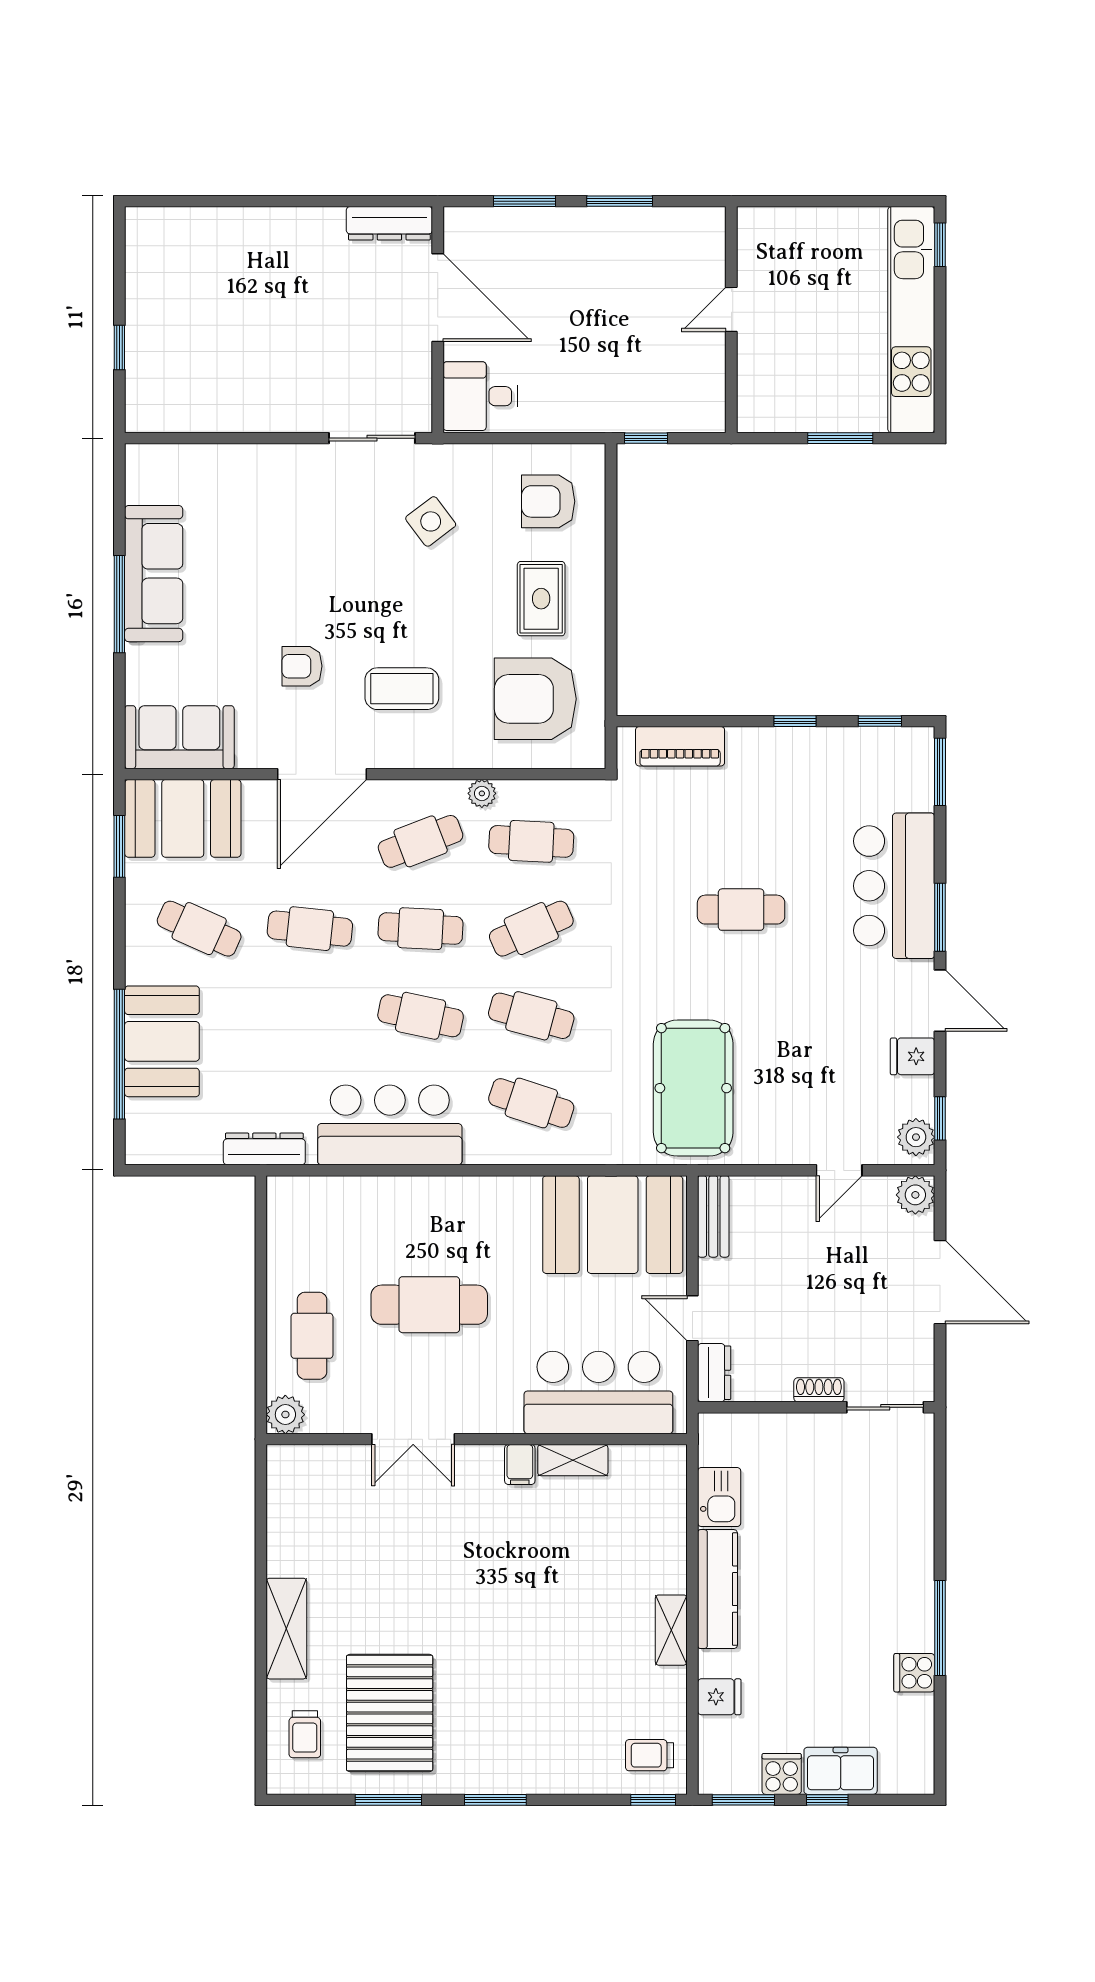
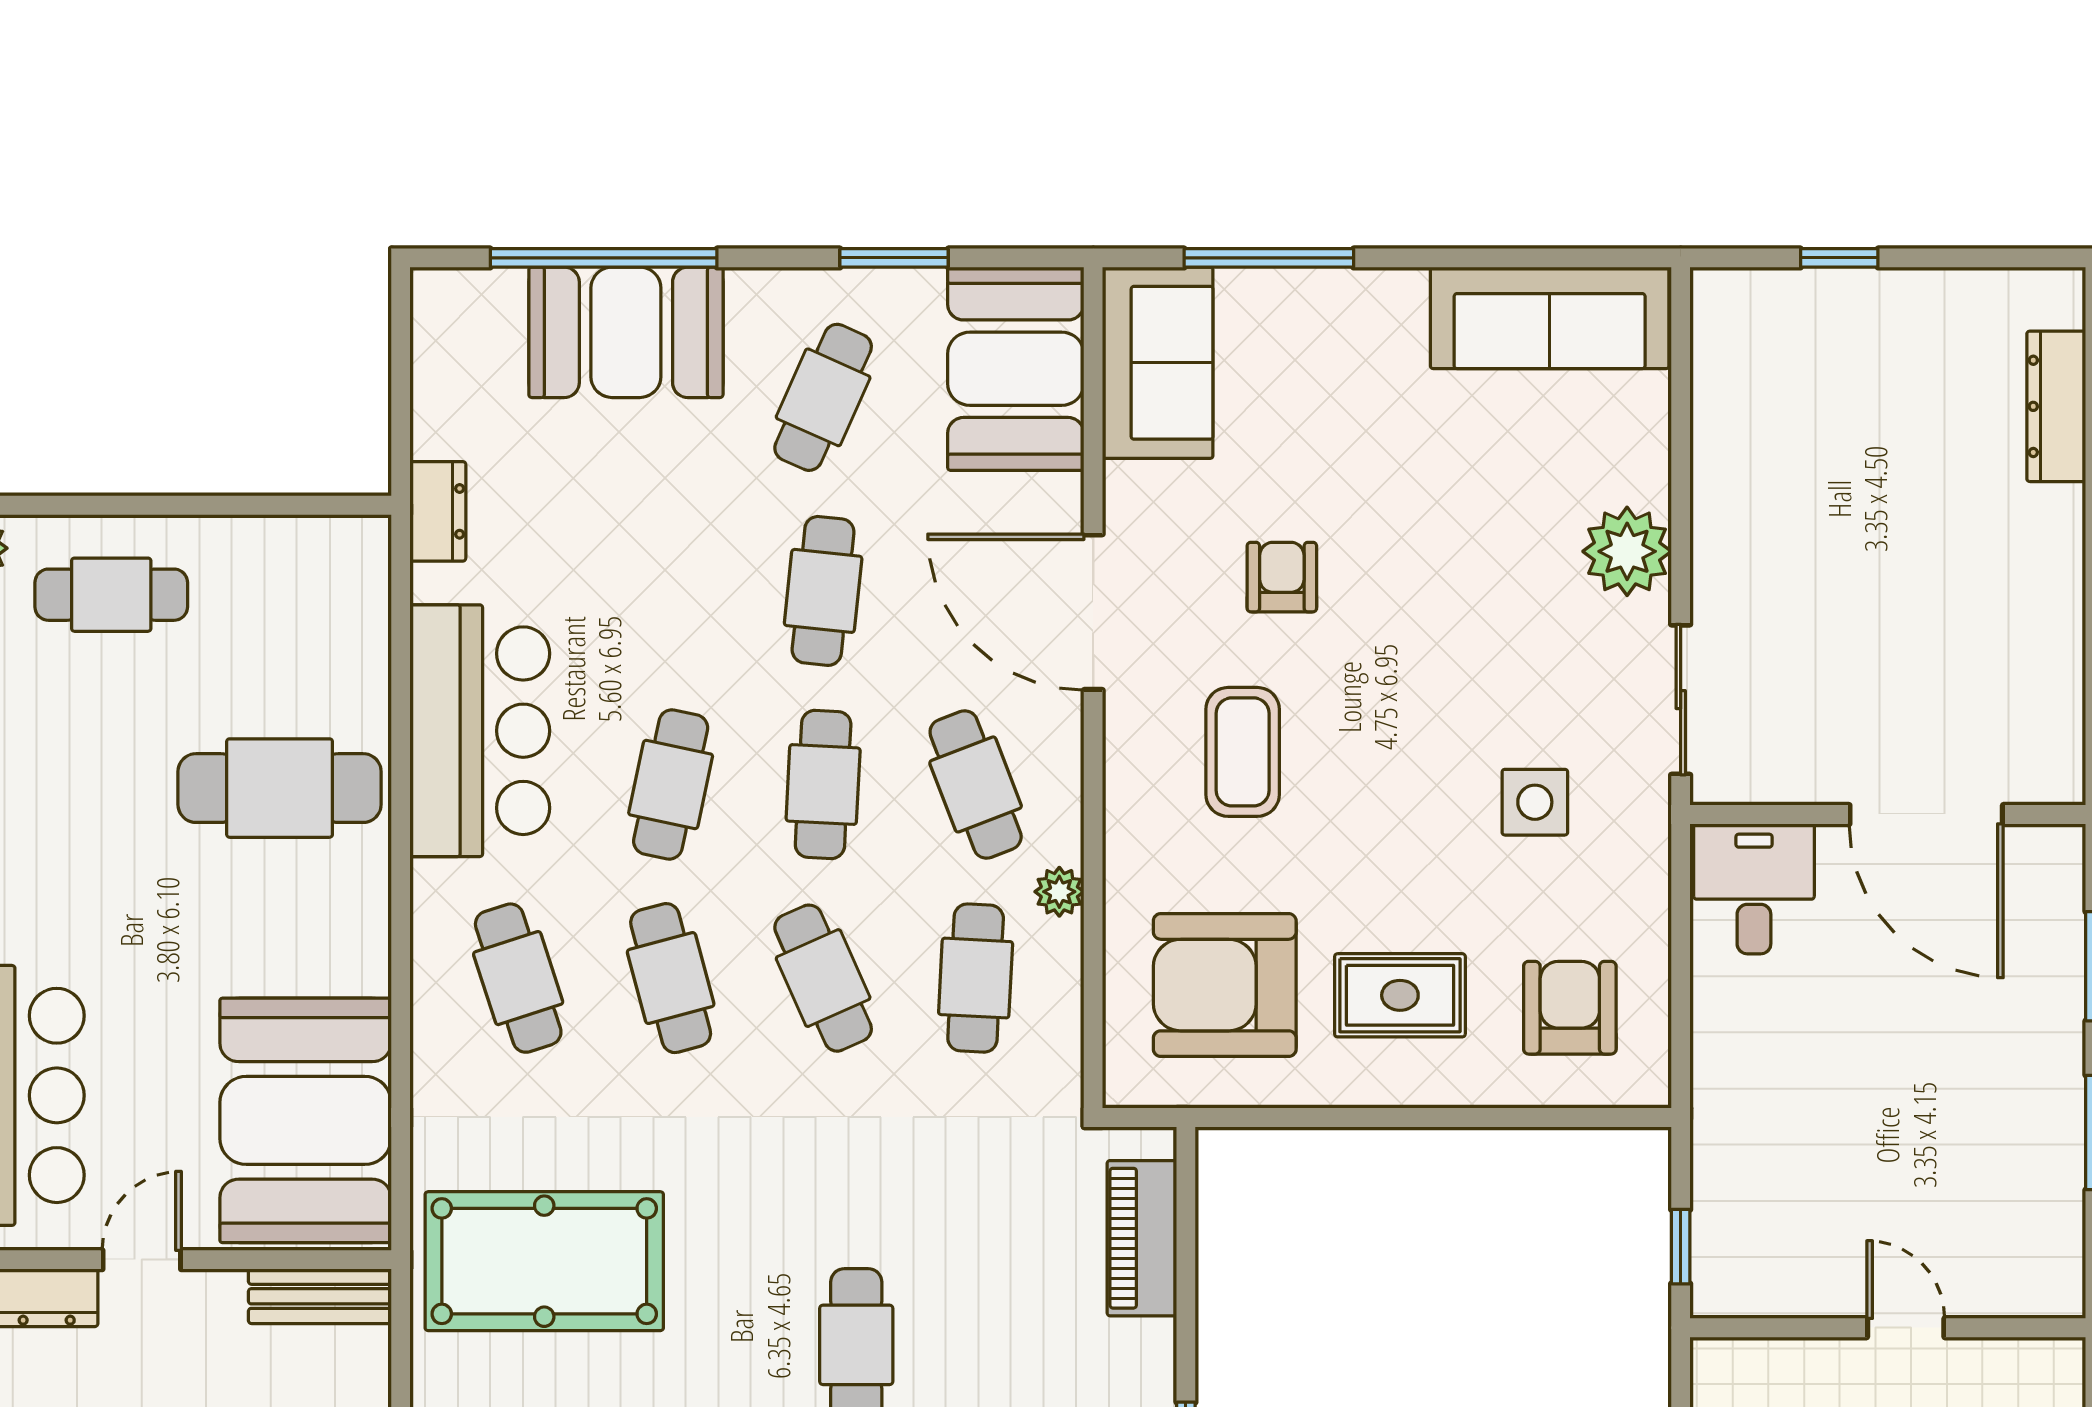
dresser: (389, 223) -> (2056, 406), moved
door: (438, 298) -> (1926, 814), hinge flipped
window: (646, 438) -> (1681, 1247), moved
plant: (287, 469) -> (1627, 551), added
side table: (431, 521) -> (1535, 802), turned 37
sofa: (154, 574) -> (1550, 318), moved
window: (119, 604) -> (1269, 258), moved
armchair: (535, 699) -> (1225, 985), turned -90
window: (119, 846) -> (894, 258), moved
cafe table: (531, 1016) -> (671, 978), turned -30
cafe table: (531, 1103) -> (518, 978), turned -36
dresser: (264, 1149) -> (438, 511), width x0.70
cafe table: (429, 1305) -> (280, 788), moved, turned 90

